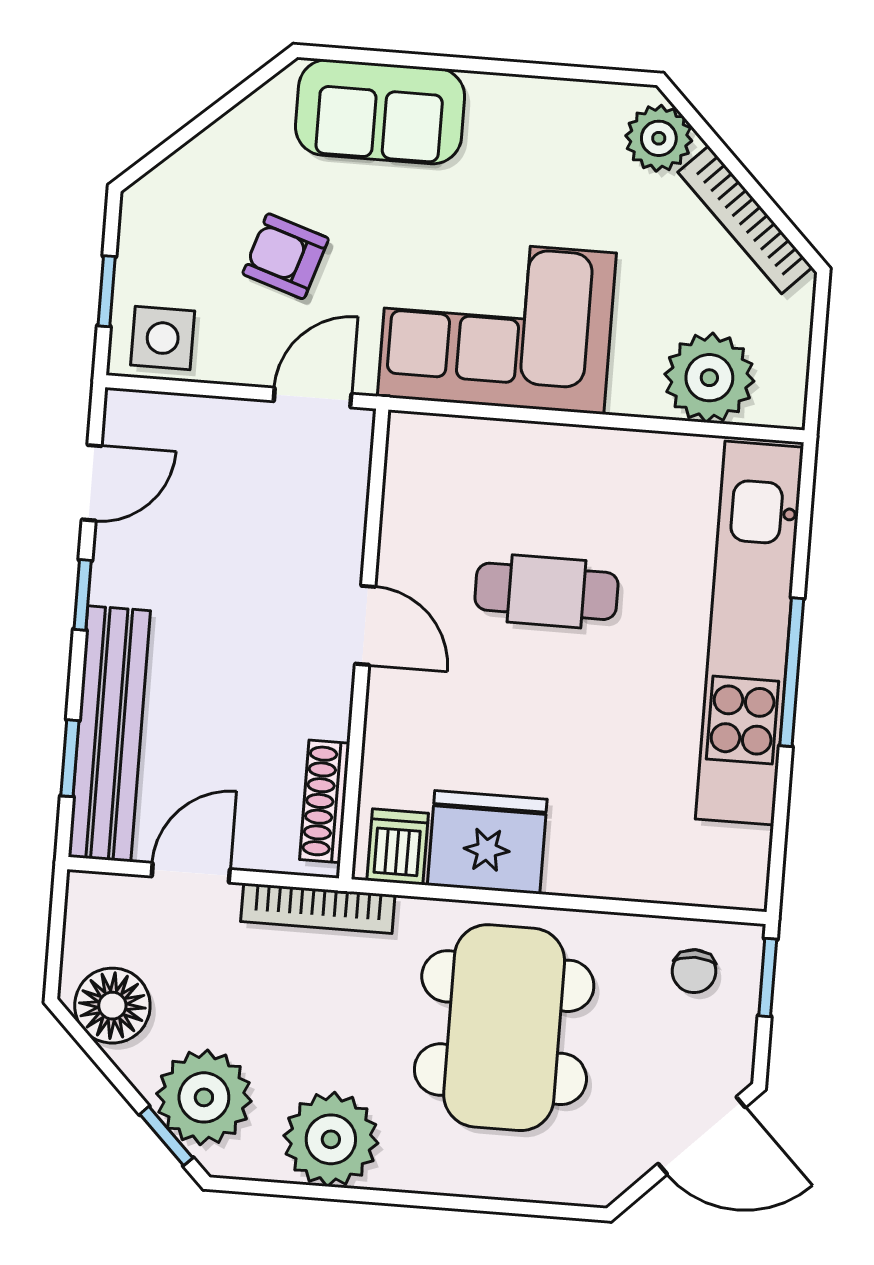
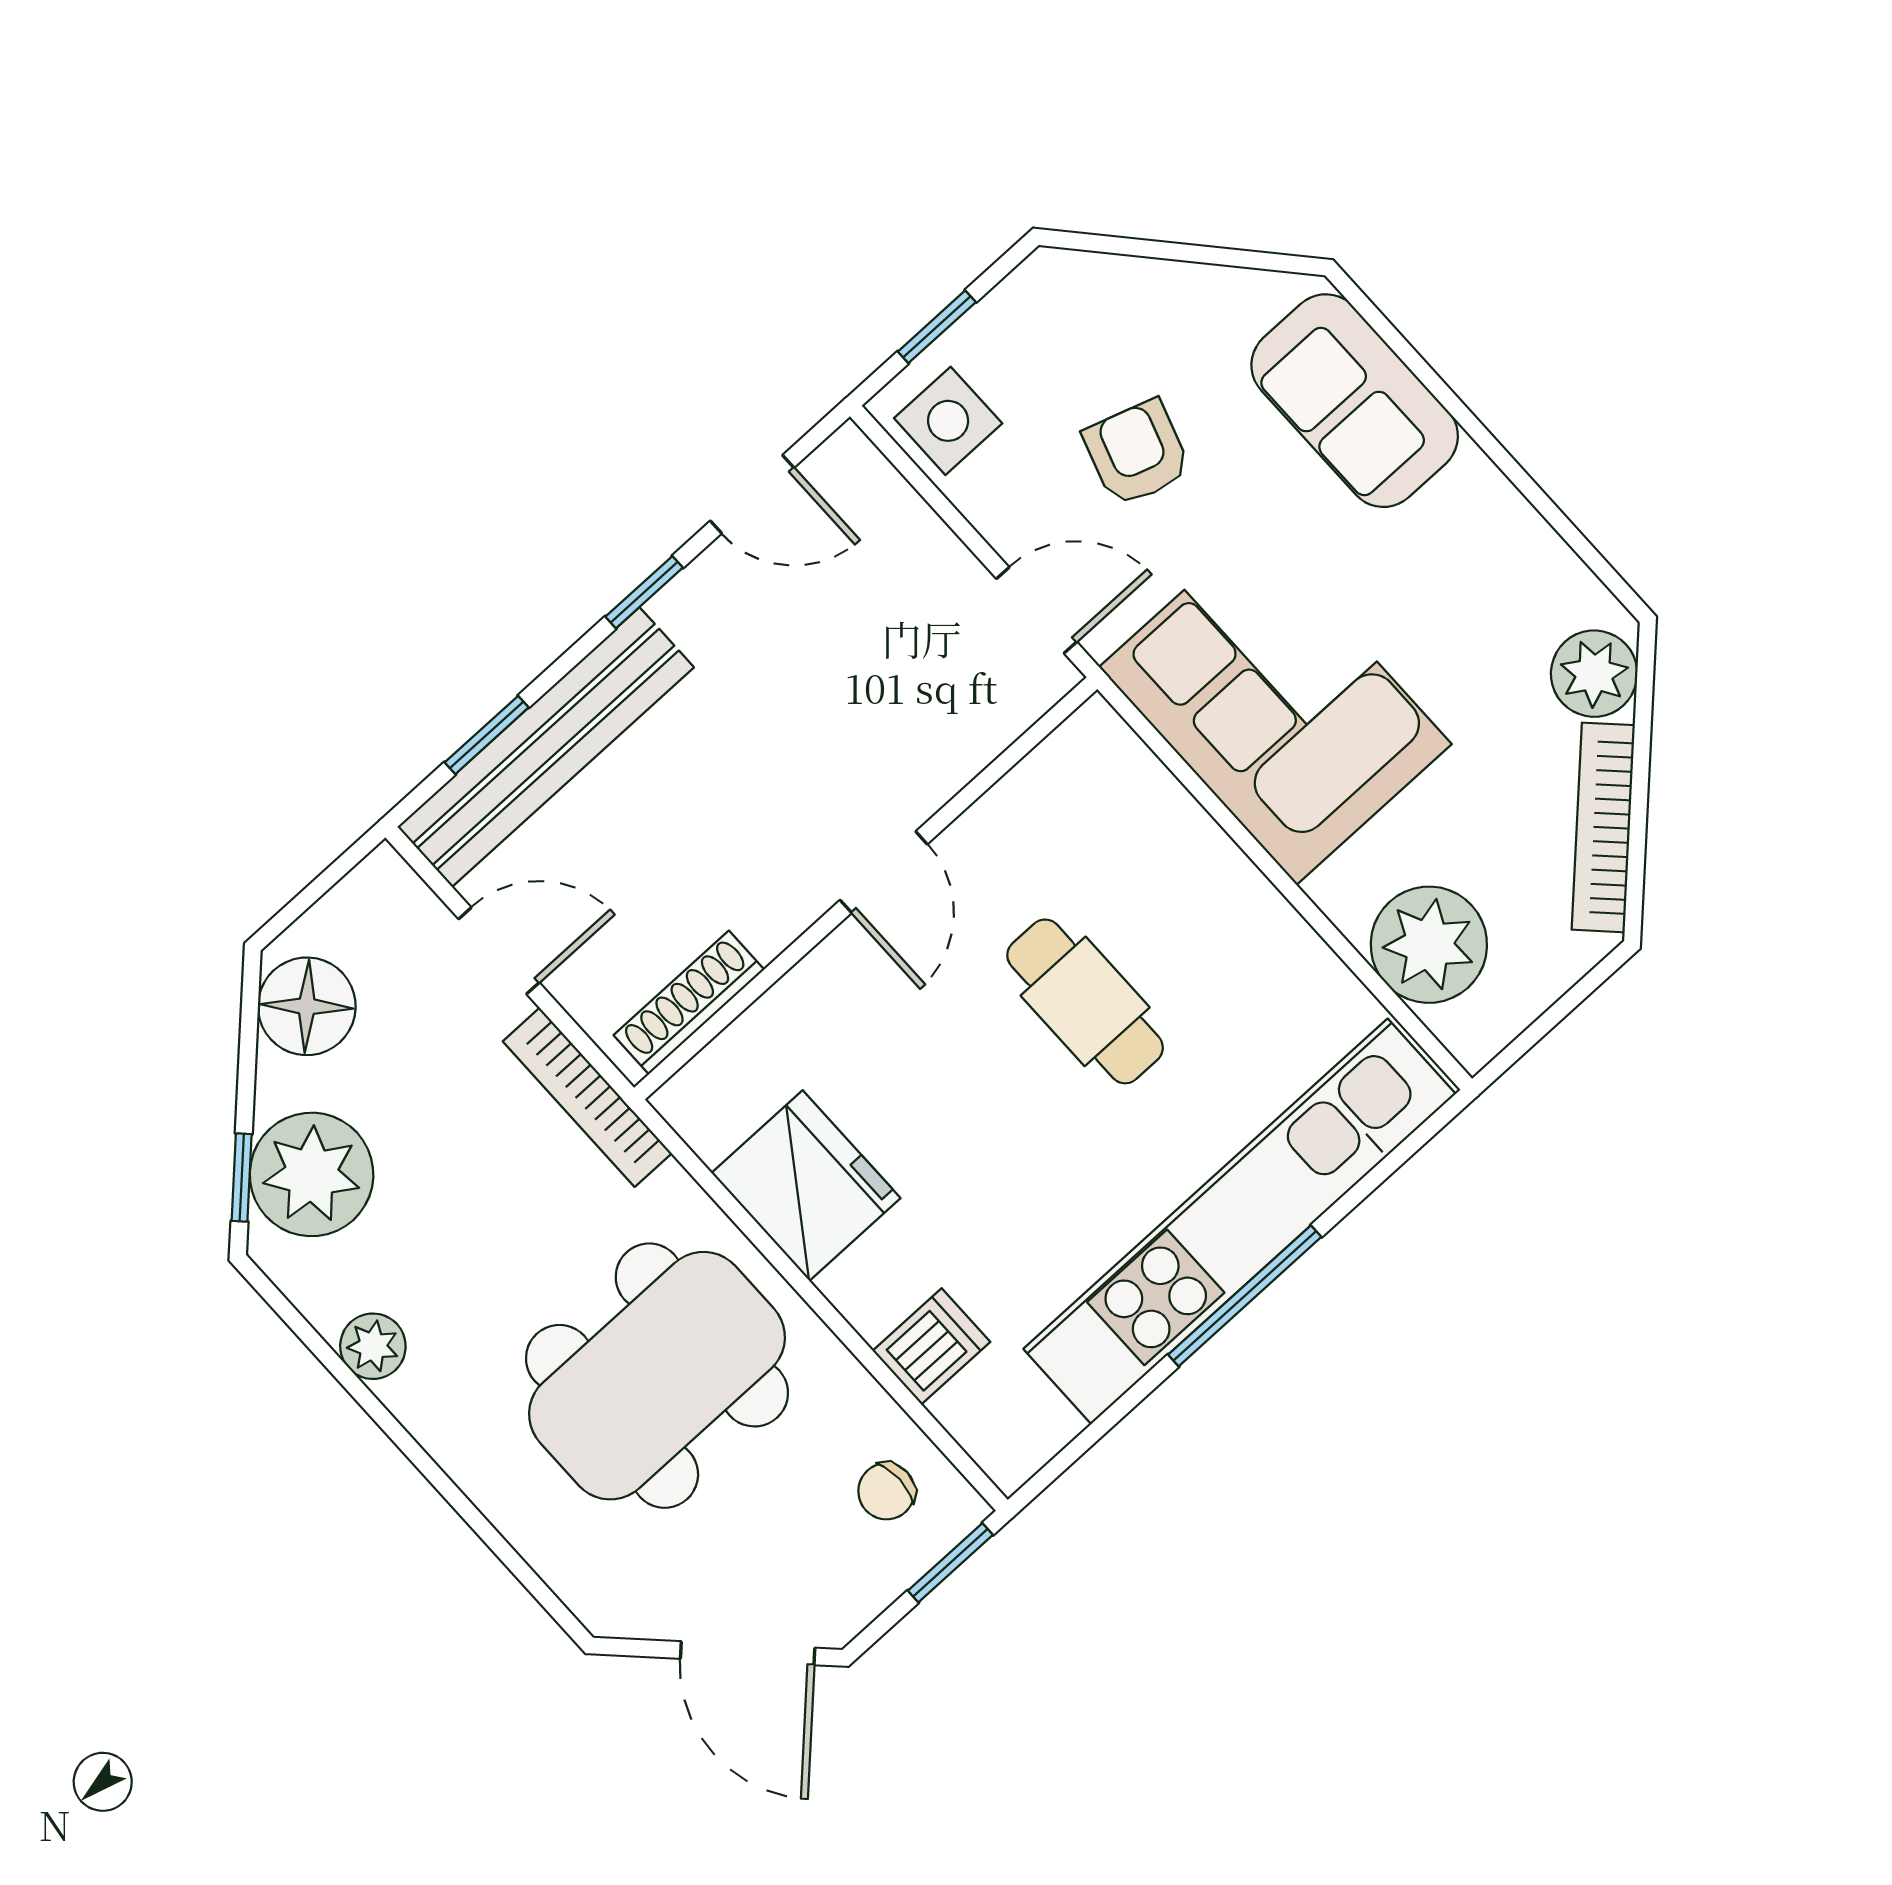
dishwasher: (398, 847) -> (931, 1346), moved
plant: (331, 1139) -> (373, 1346), width x0.53, depth x0.53

